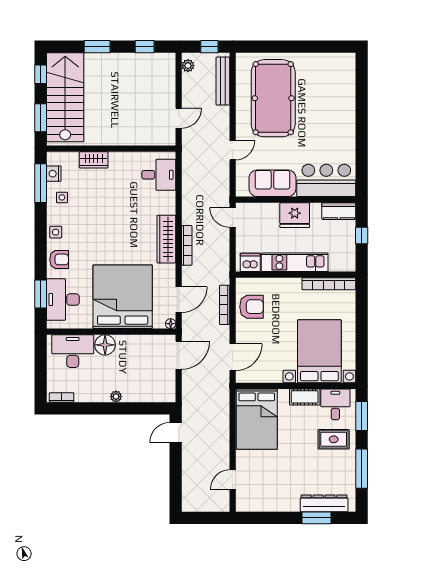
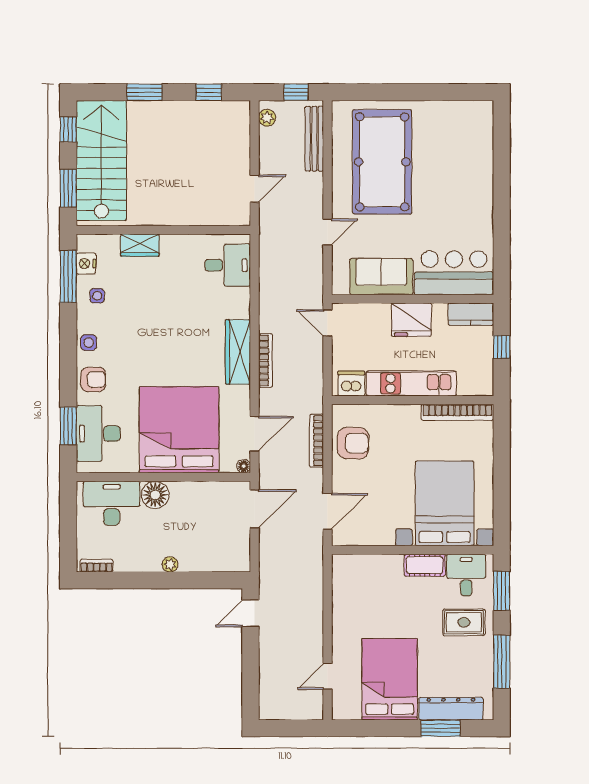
bed: (257, 419) -> (390, 679), moved, turned 180

